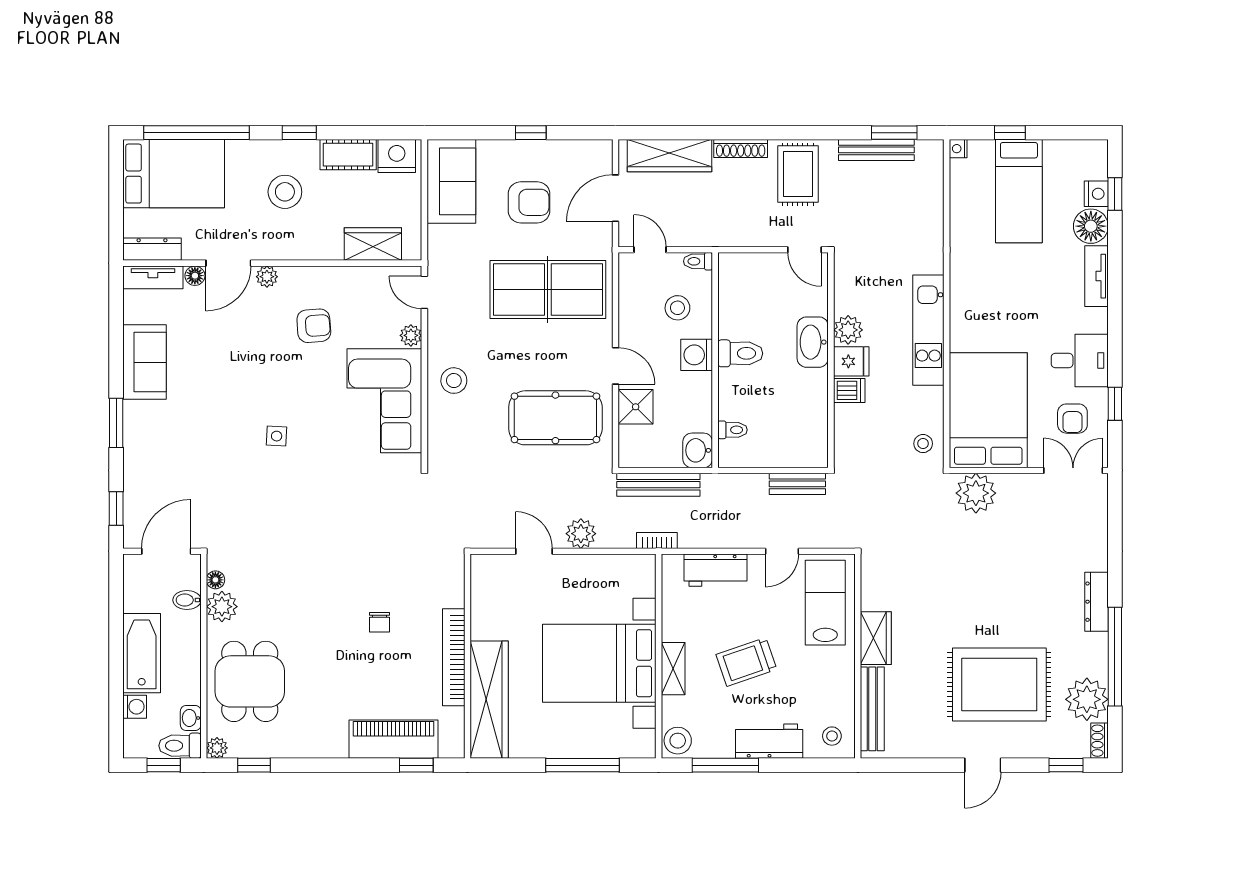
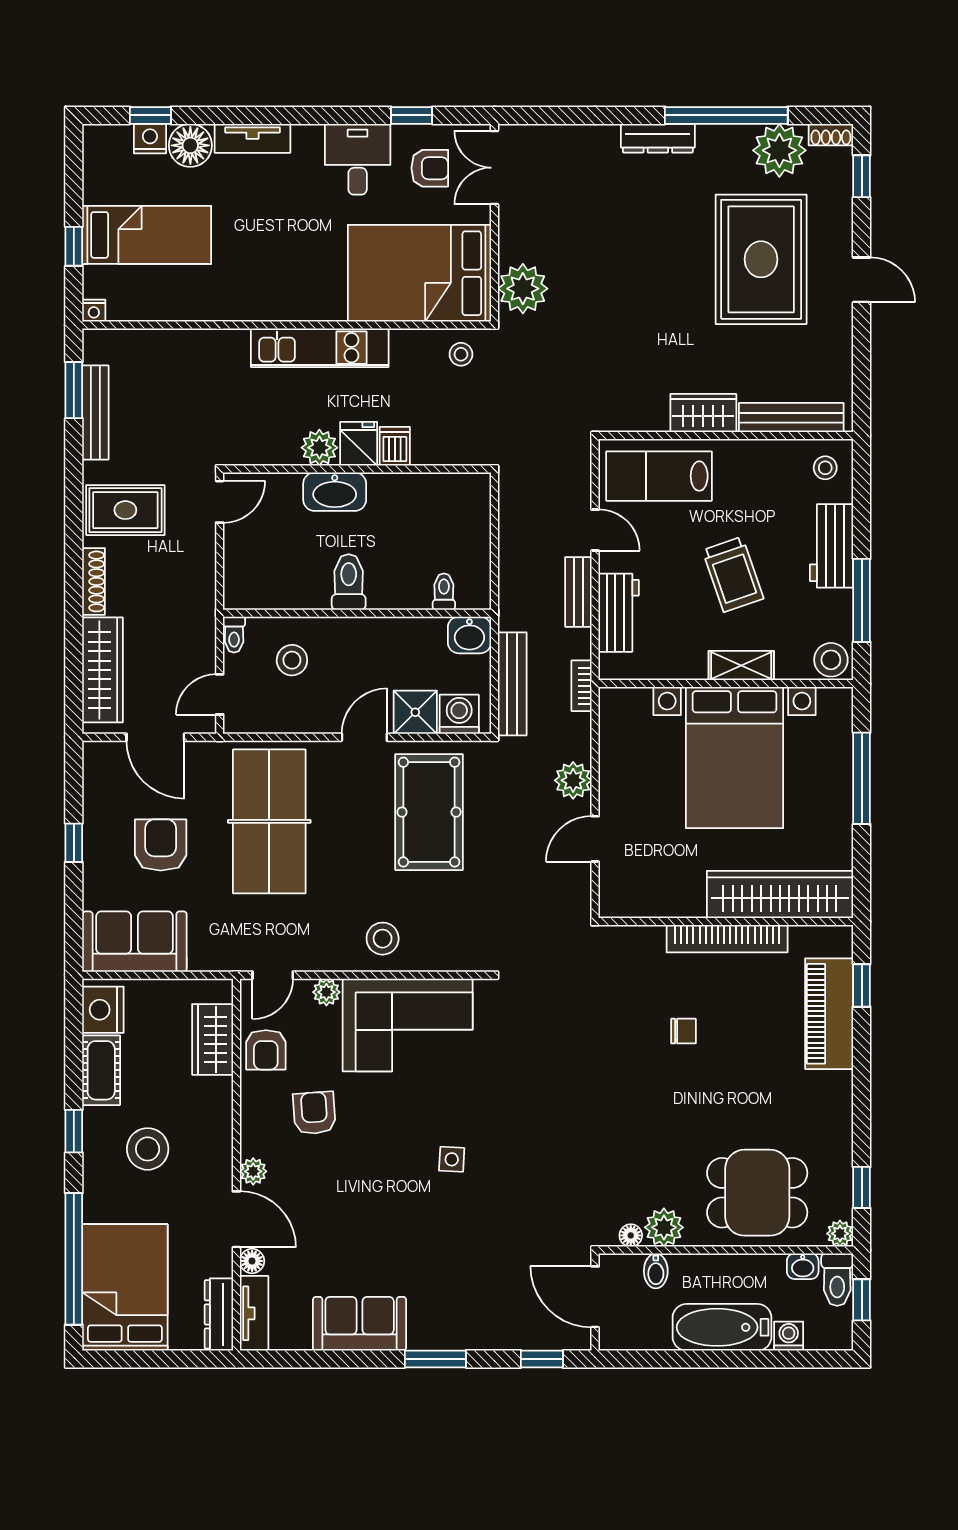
armchair: (365, 287) -> (266, 1050), added
washing machine: (697, 355) -> (459, 714), moved, turned 180
bench: (797, 484) -> (578, 592), moved

